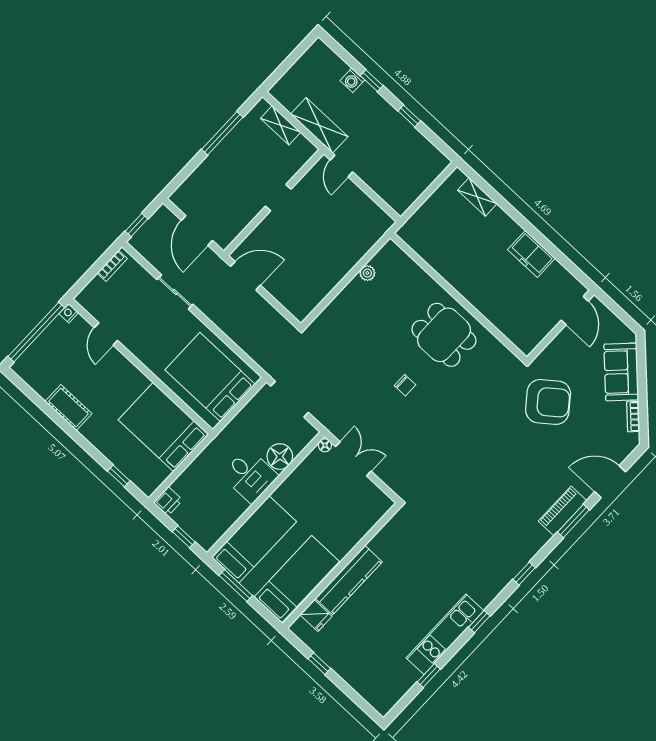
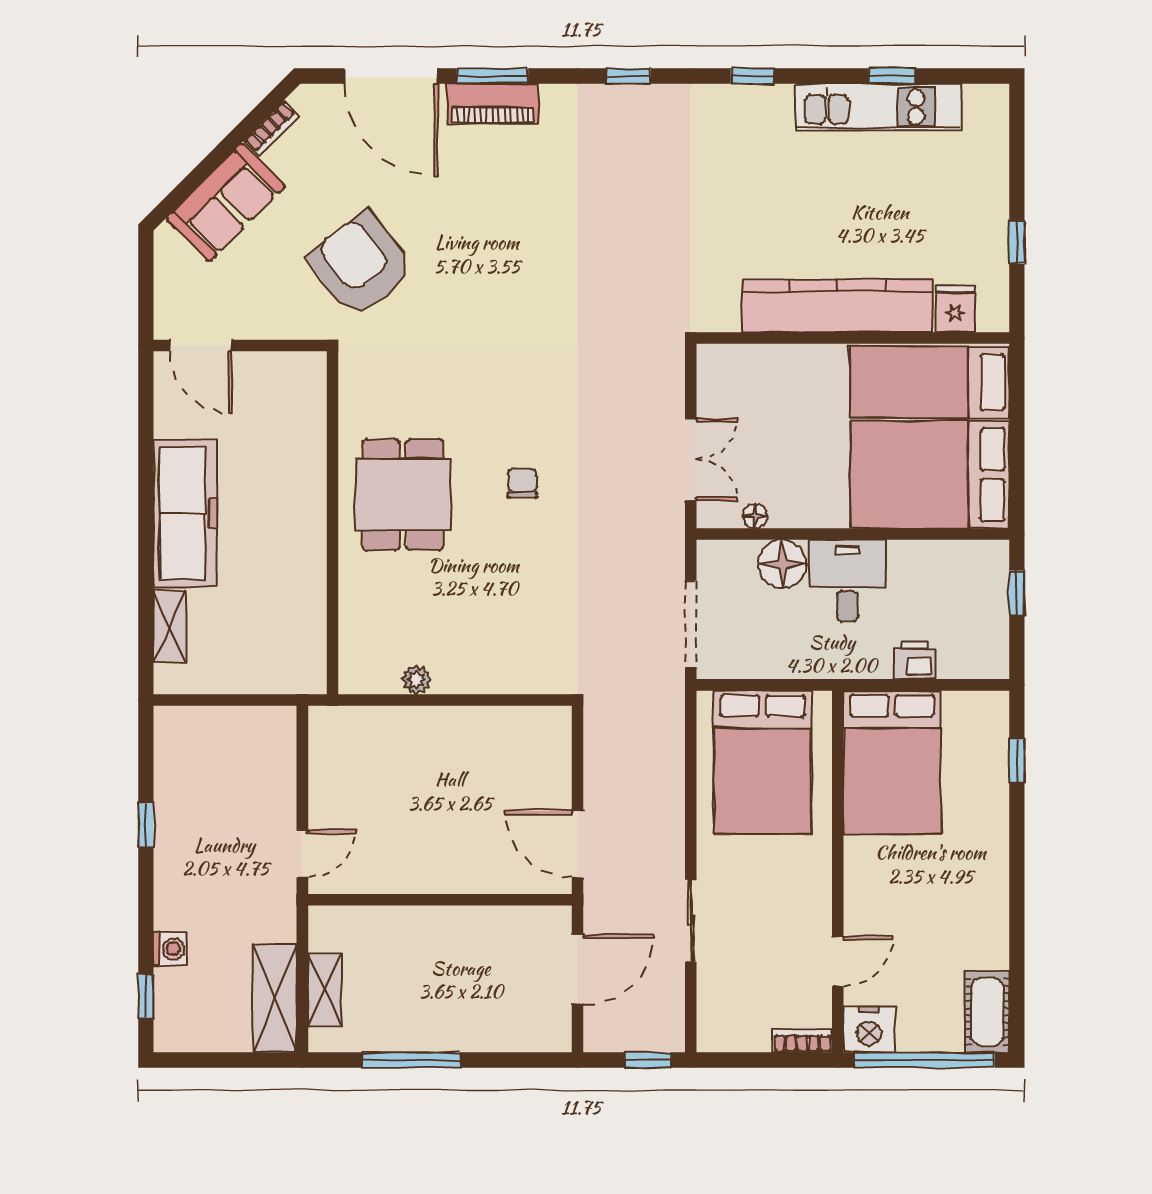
window: (372, 81) -> (146, 996), moved
shelving: (319, 125) -> (275, 998), moved
doorway: (278, 198) -> (427, 900), removed
freezer: (531, 254) -> (185, 513), width x1.91, depth x1.26
bookcase: (112, 266) -> (803, 1041), moved
door: (575, 311) -> (201, 346), swing flipped
nightstand: (69, 313) -> (869, 1029), width x1.89, depth x1.79
cot: (68, 407) -> (987, 1012), moved
floor lamp: (325, 445) -> (755, 516), moved
double door: (353, 459) -> (691, 459), swing flipped
door: (610, 482) -> (391, 76), width x1.36
printer: (168, 501) -> (915, 660), moved
bed: (254, 539) -> (930, 475), width x1.50
kitchen counter: (349, 580) -> (837, 306), width x1.39, depth x1.17
window: (236, 585) -> (1017, 458), removed
kitchen unit: (445, 634) -> (878, 107), moved

